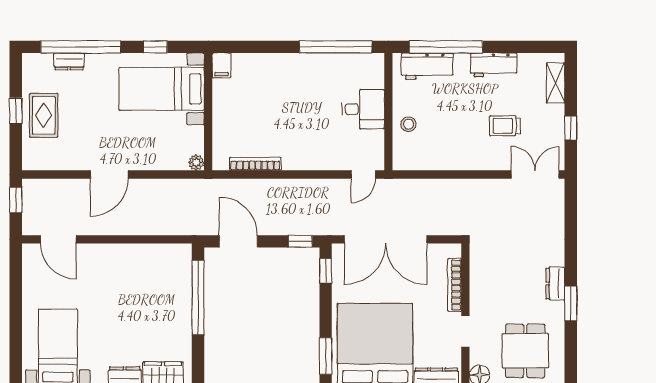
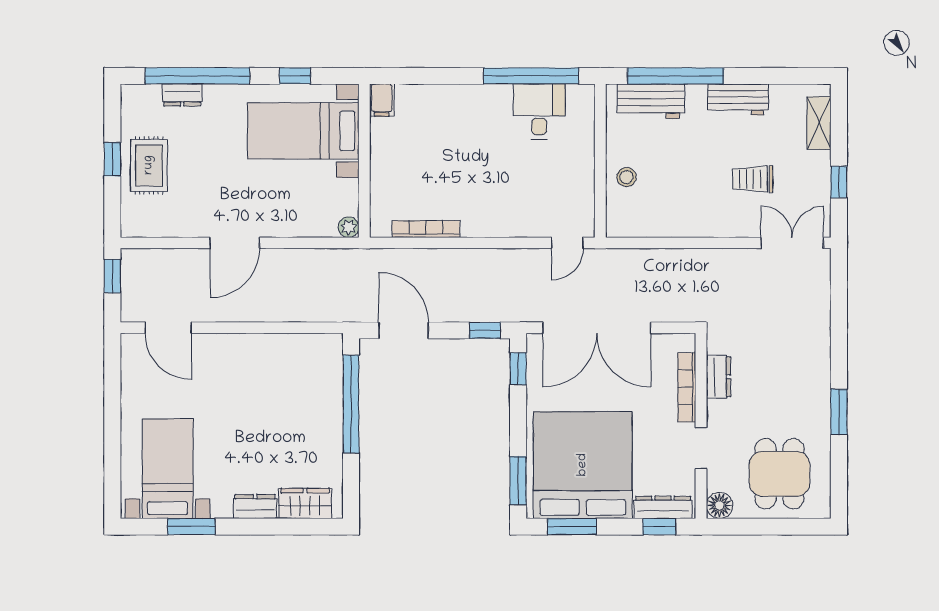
desk: (363, 109) -> (539, 112), moved, turned -90
dresser: (555, 283) -> (719, 377), moved, turned 180

